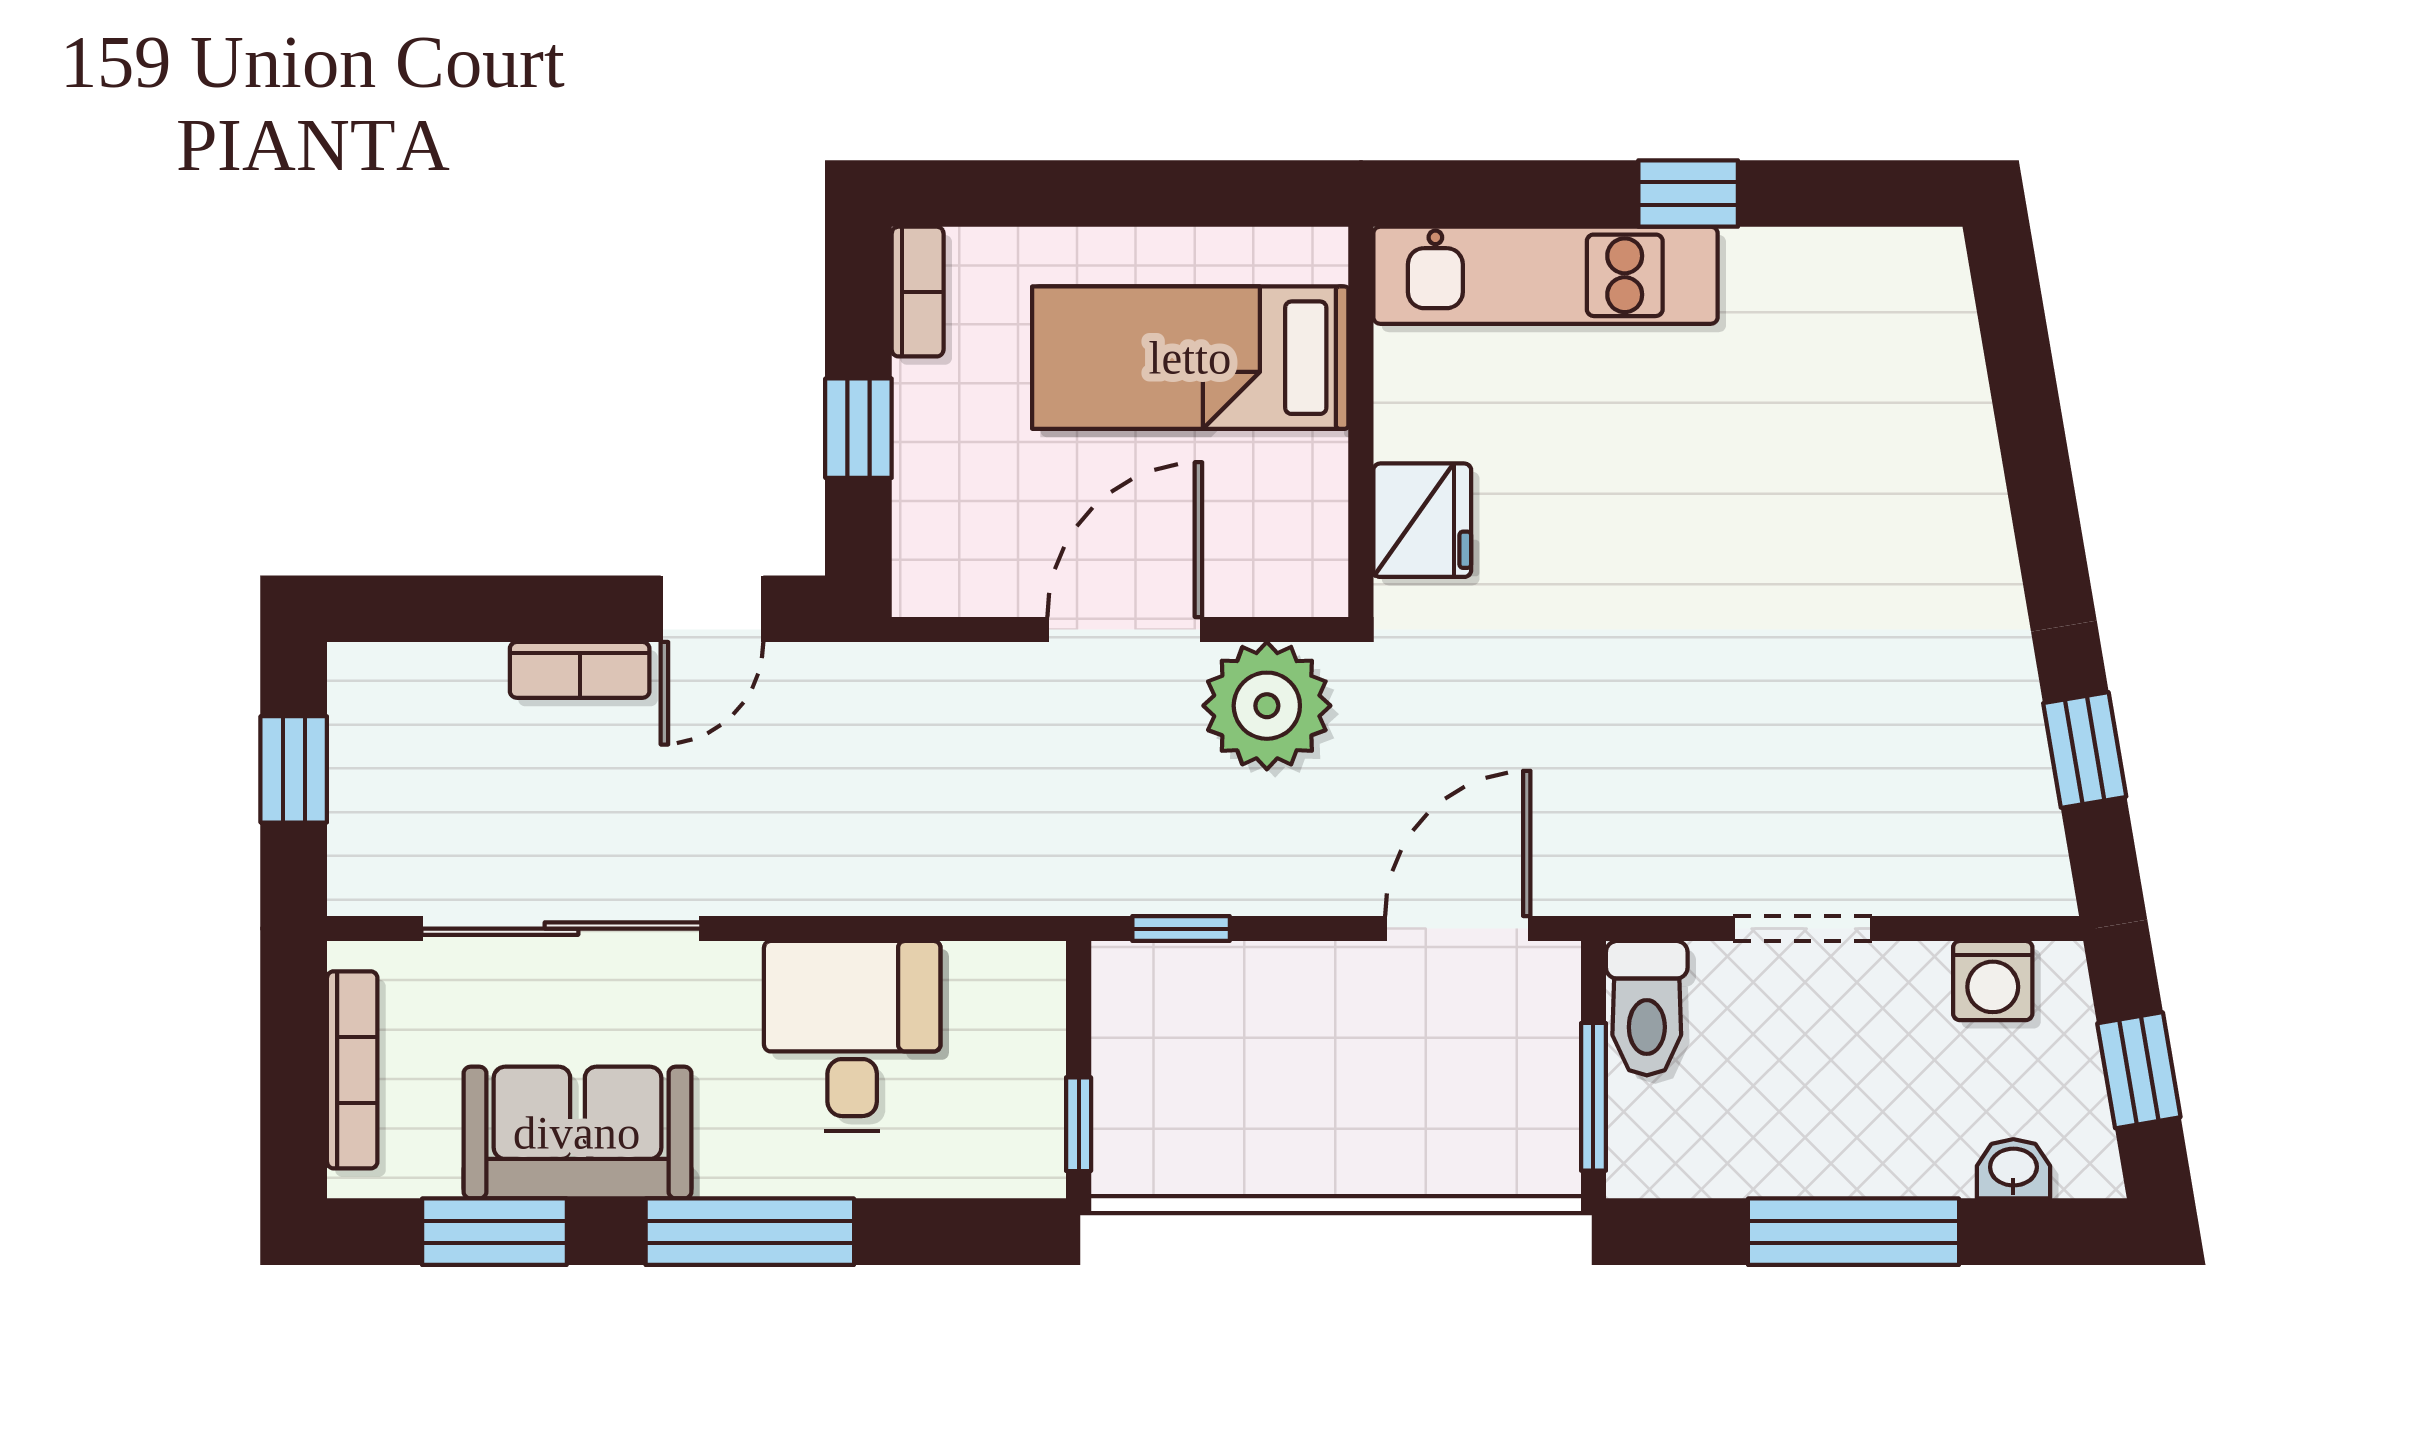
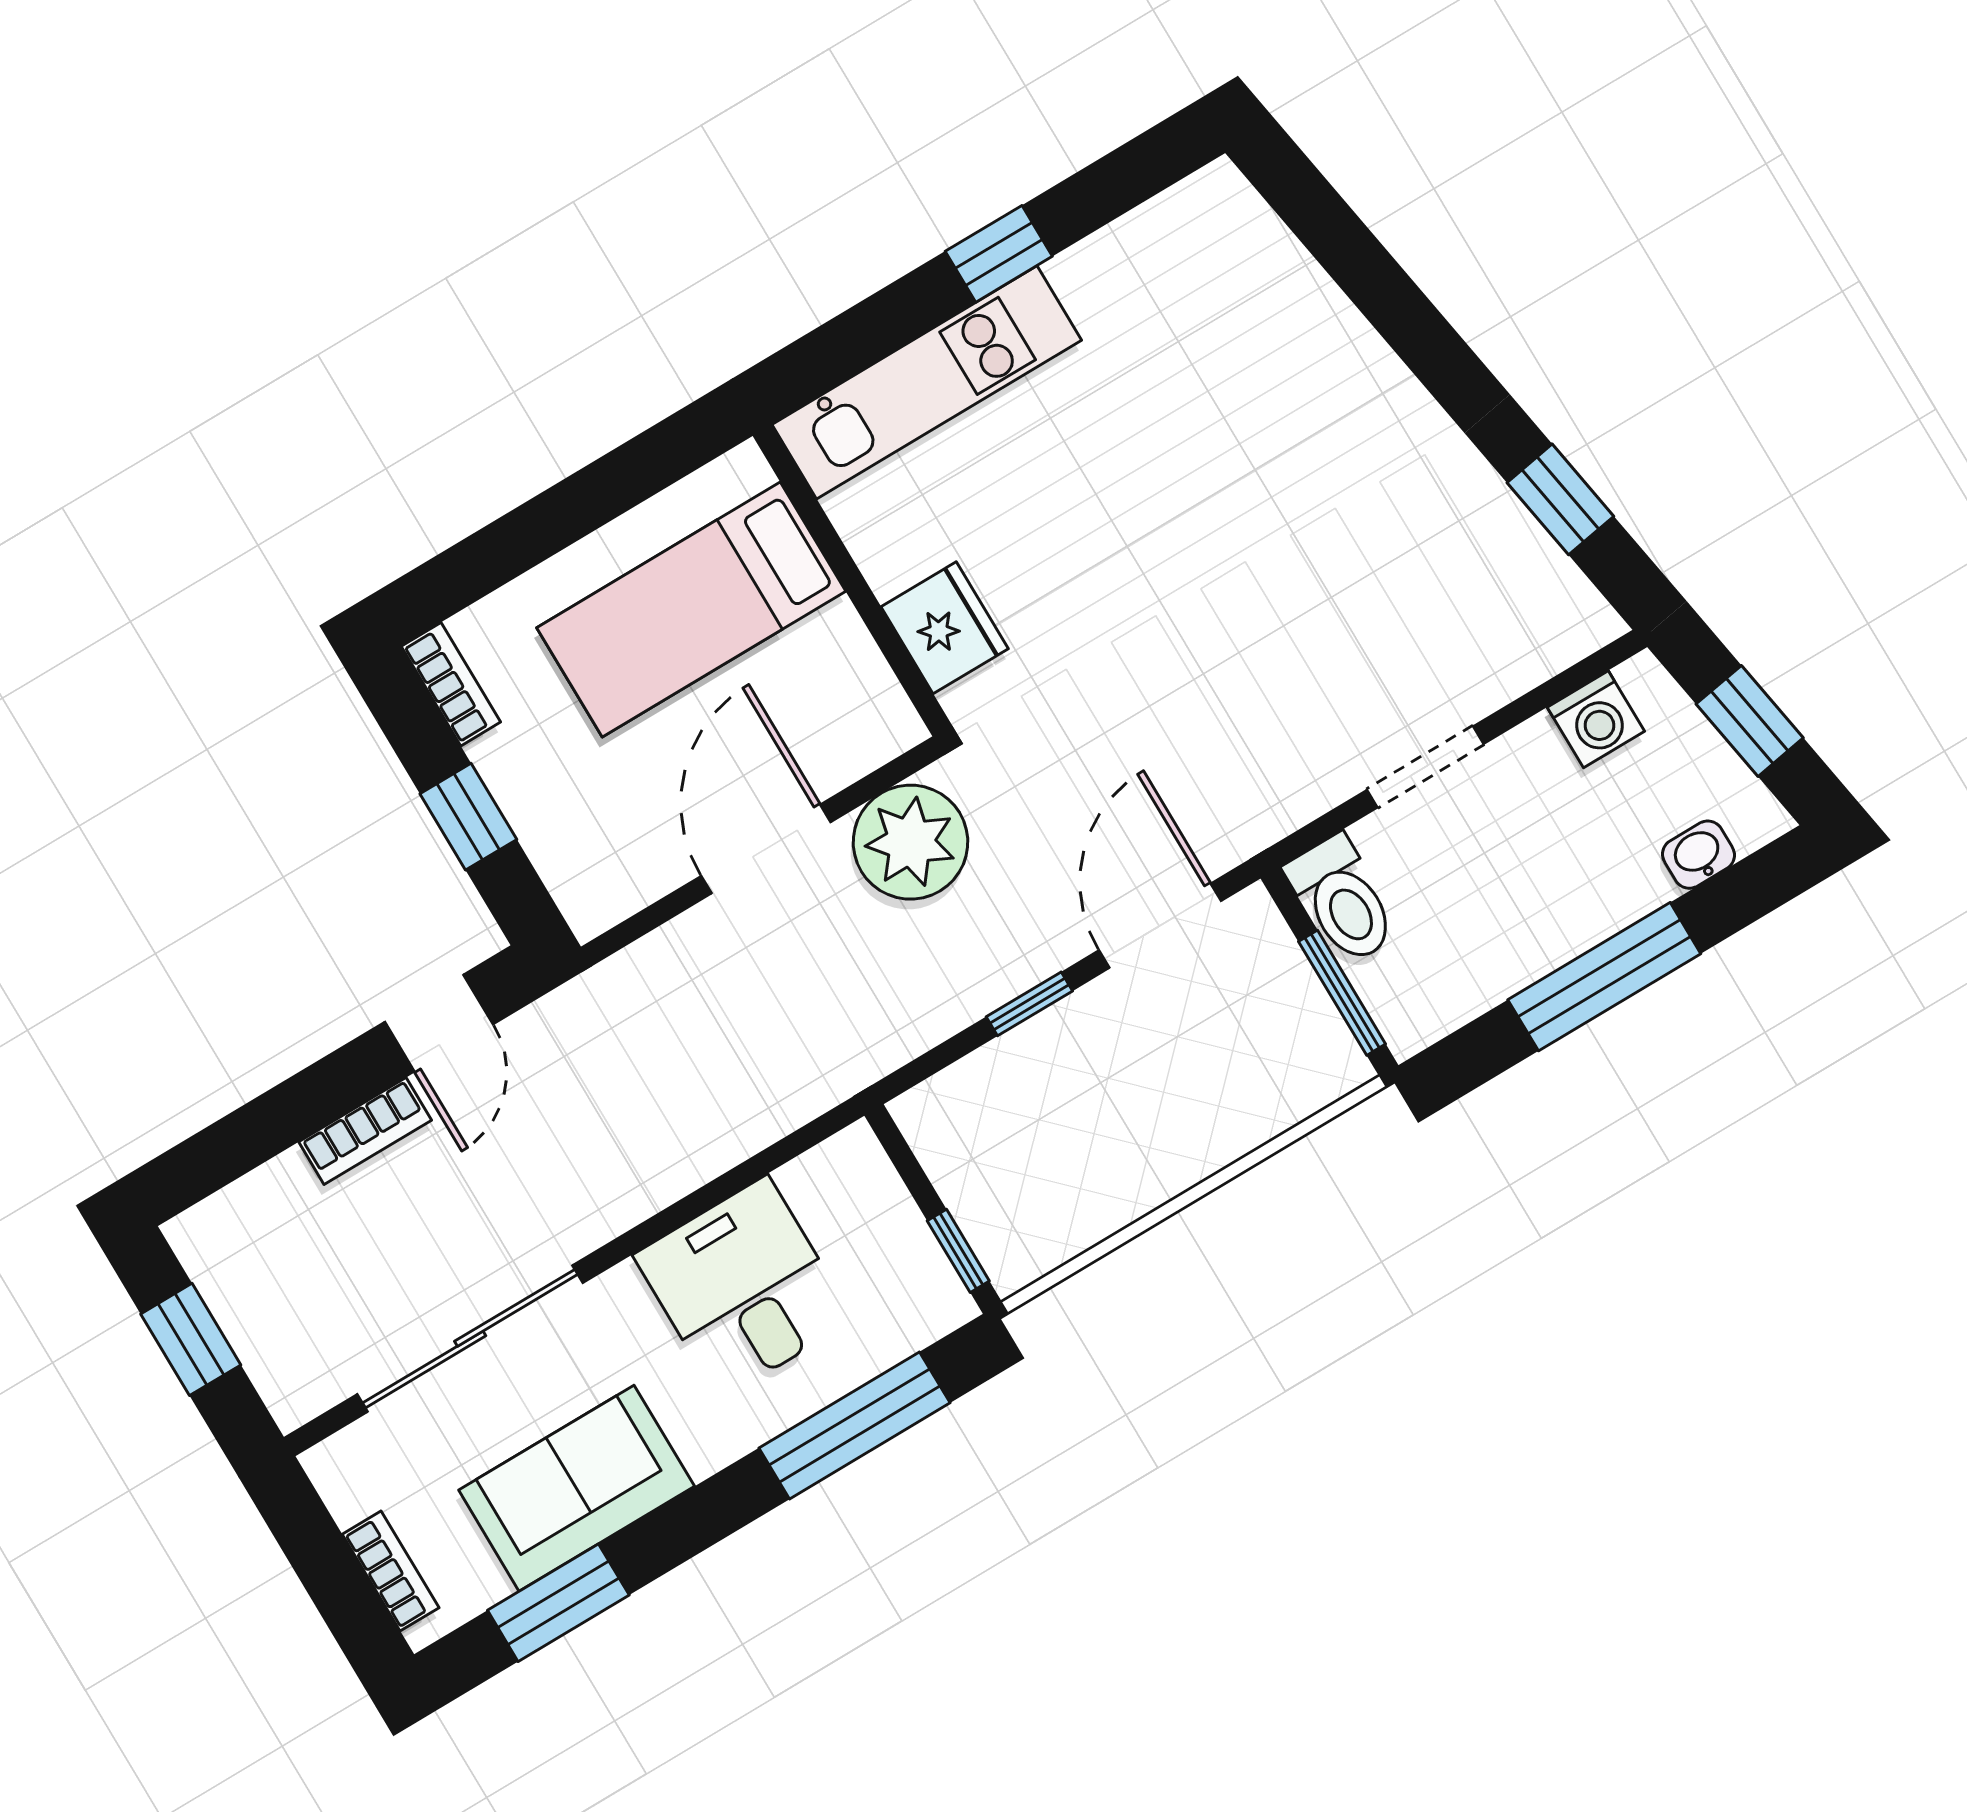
window: (1181, 929) -> (1029, 1004), moved
bookcase: (352, 1070) -> (391, 1571), width x0.64
window: (750, 1232) -> (855, 1425), moved

